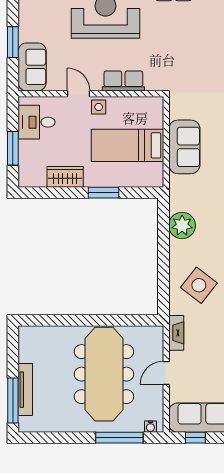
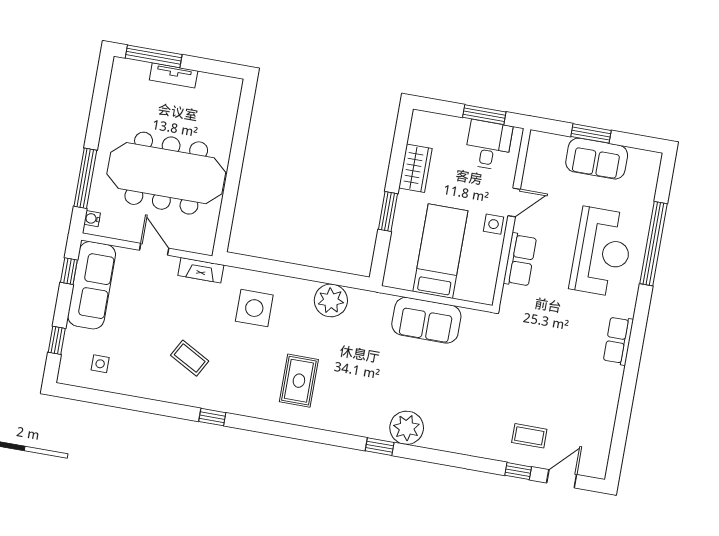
sofa: (32, 67) -> (597, 159), moved
window: (13, 148) -> (484, 115), moved
side table: (199, 285) -> (254, 308), turned -38
tv unit: (25, 390) -> (174, 75), width x0.71

